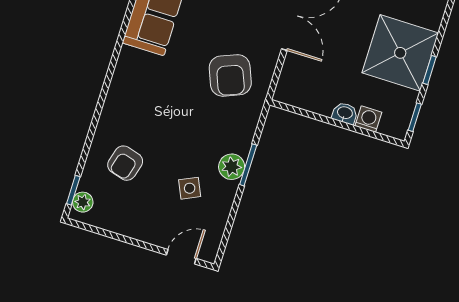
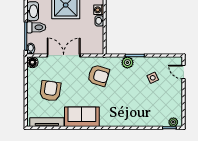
armchair: (230, 75) -> (98, 76), turned 39
armchair: (125, 163) -> (151, 109), removed
plant: (232, 167) -> (127, 63), moved

